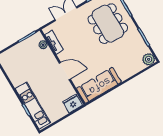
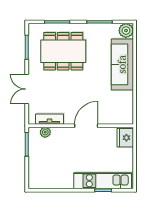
sofa: (99, 85) -> (122, 64), moved

